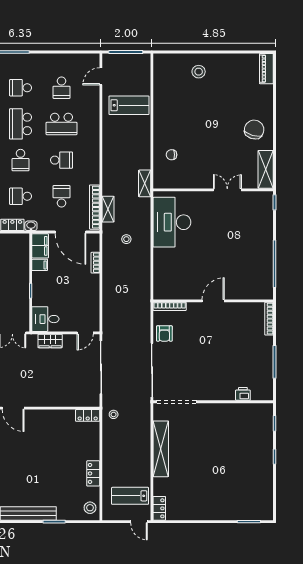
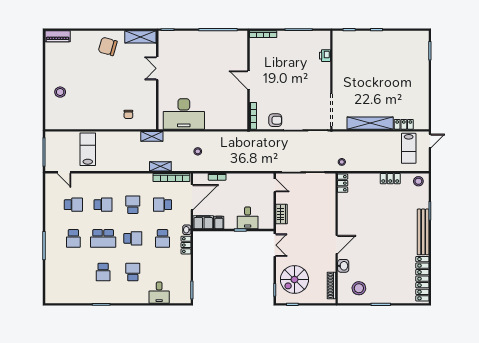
school desk: (61, 124) -> (103, 205), width x0.54
shelving: (108, 209) -> (160, 166), moved
desk: (45, 319) -> (248, 218), moved
locker: (159, 508) -> (404, 124), moved

